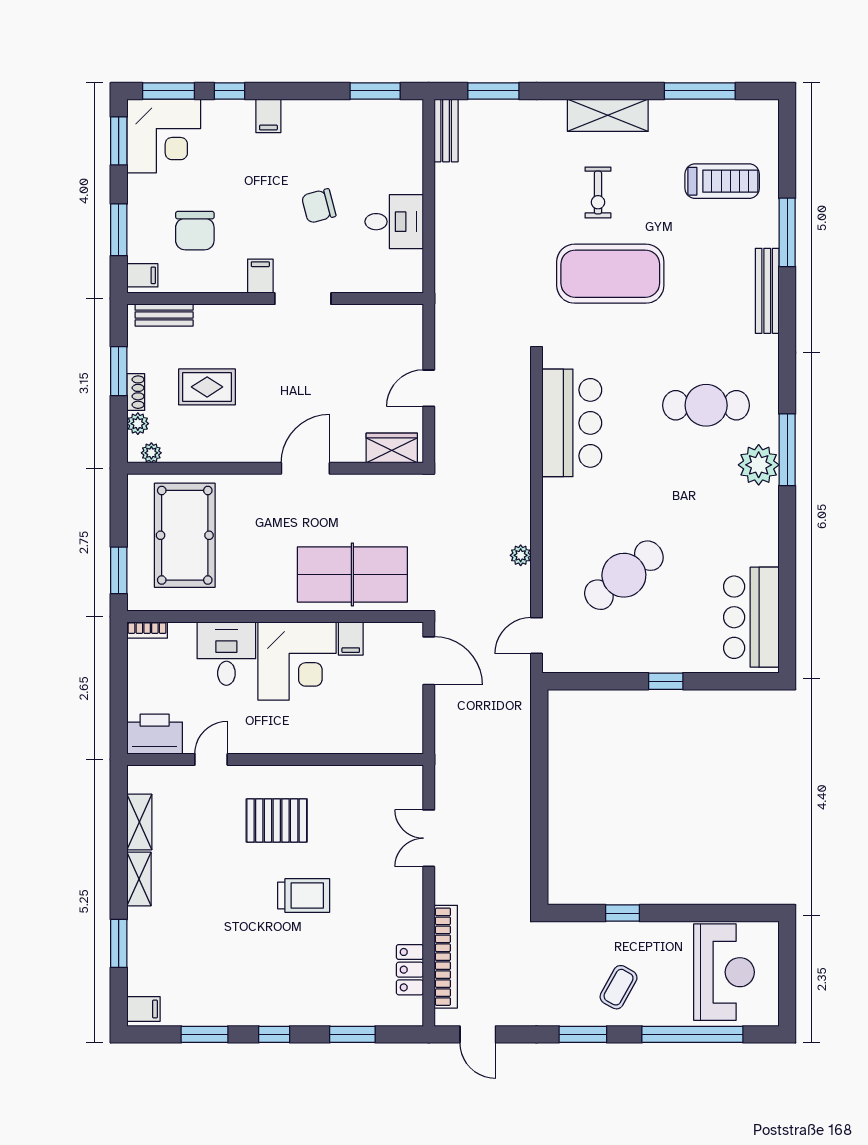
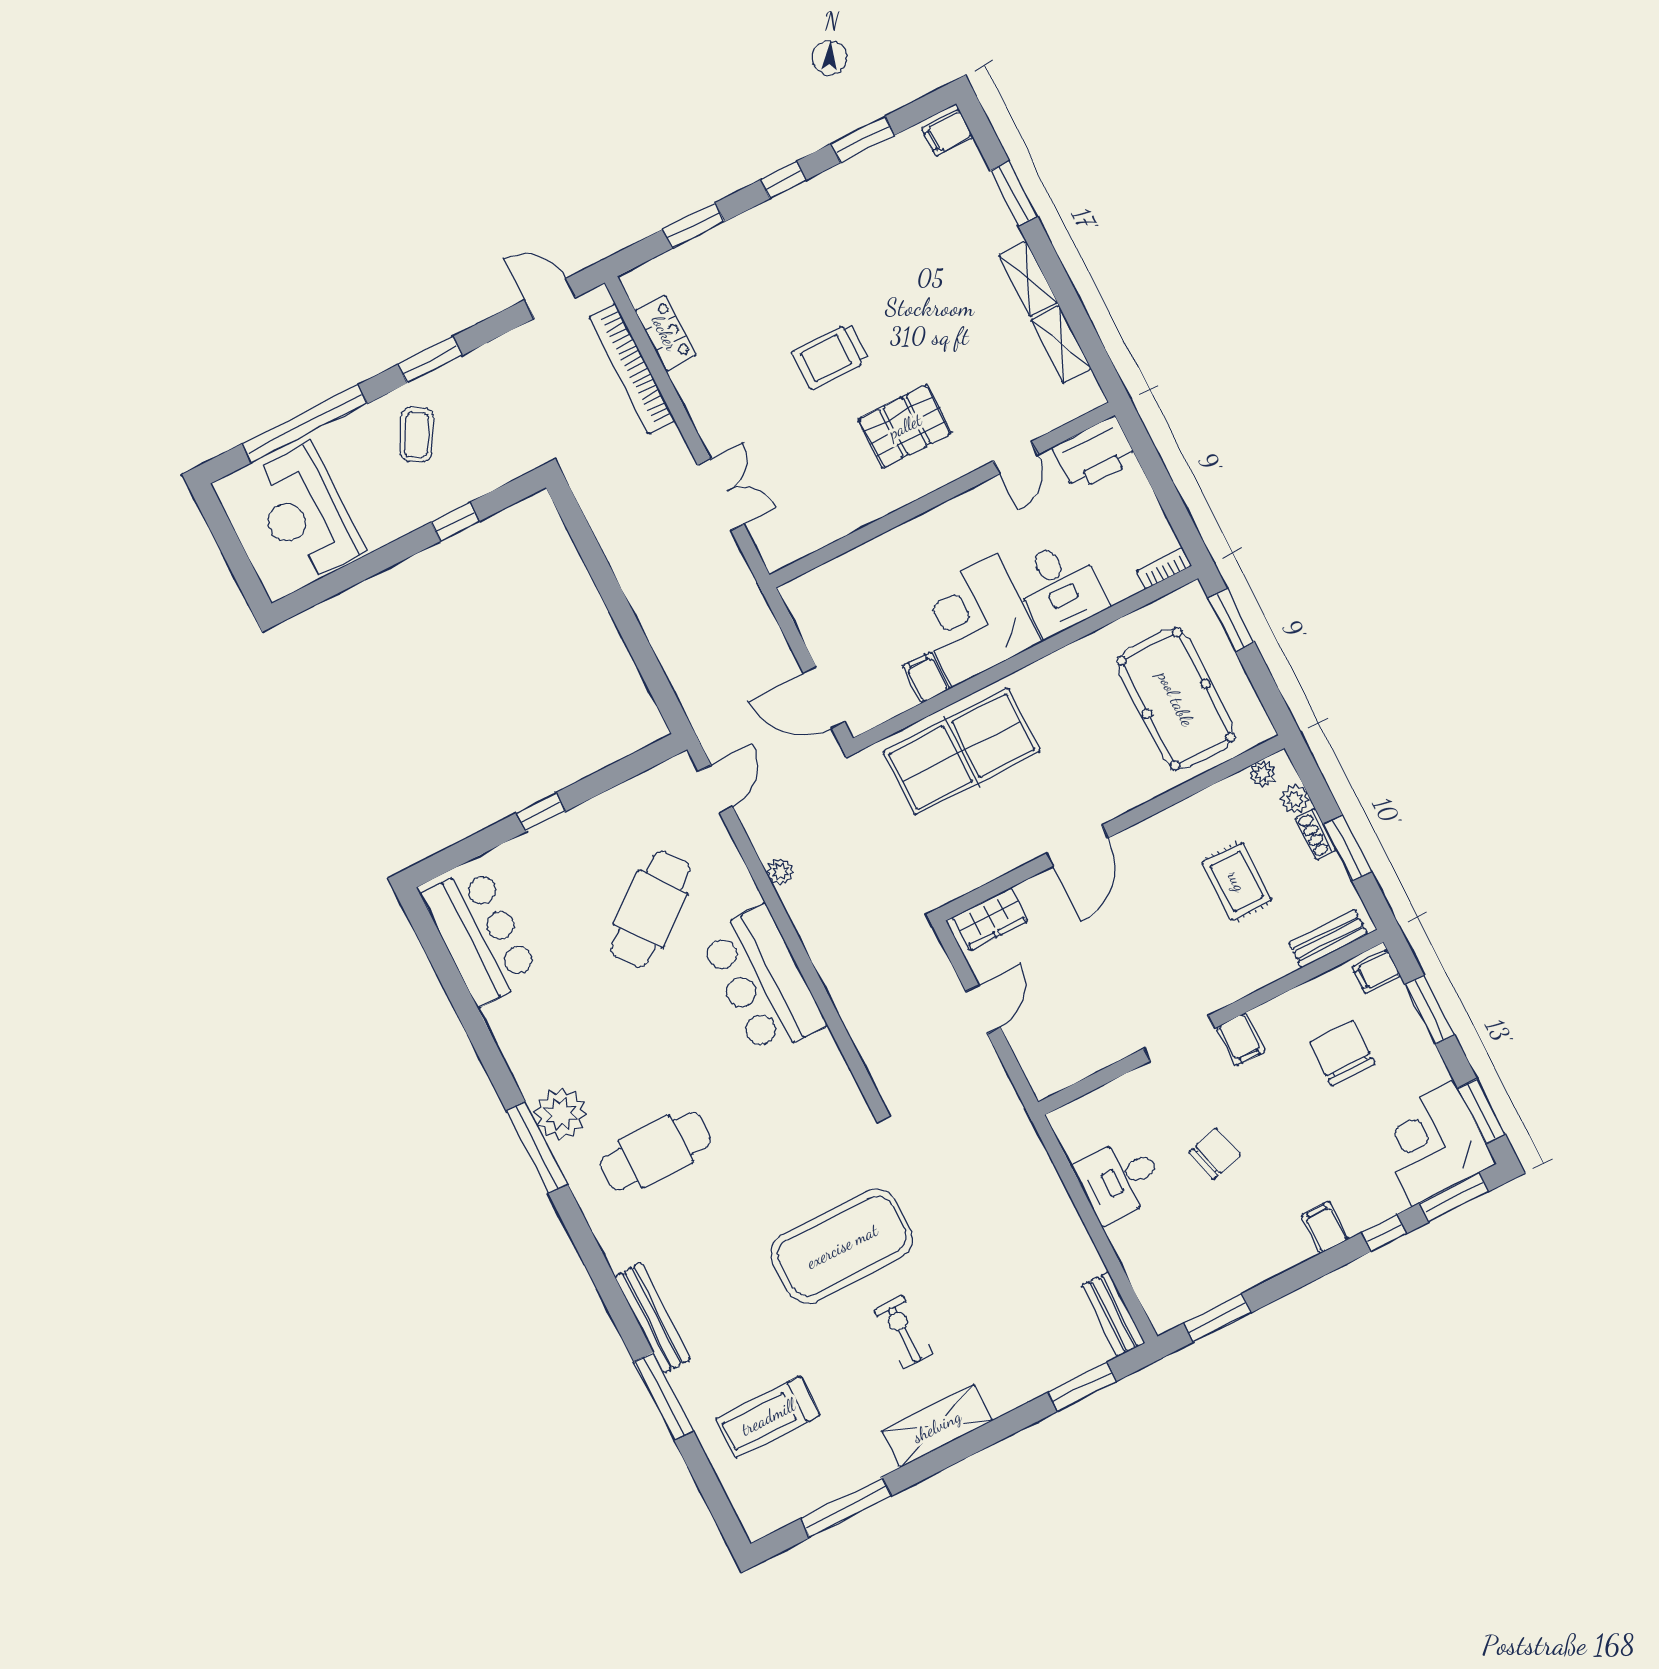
rug: (207, 387) -> (1237, 881), turned 90
bar counter: (572, 423) -> (762, 981), moved

